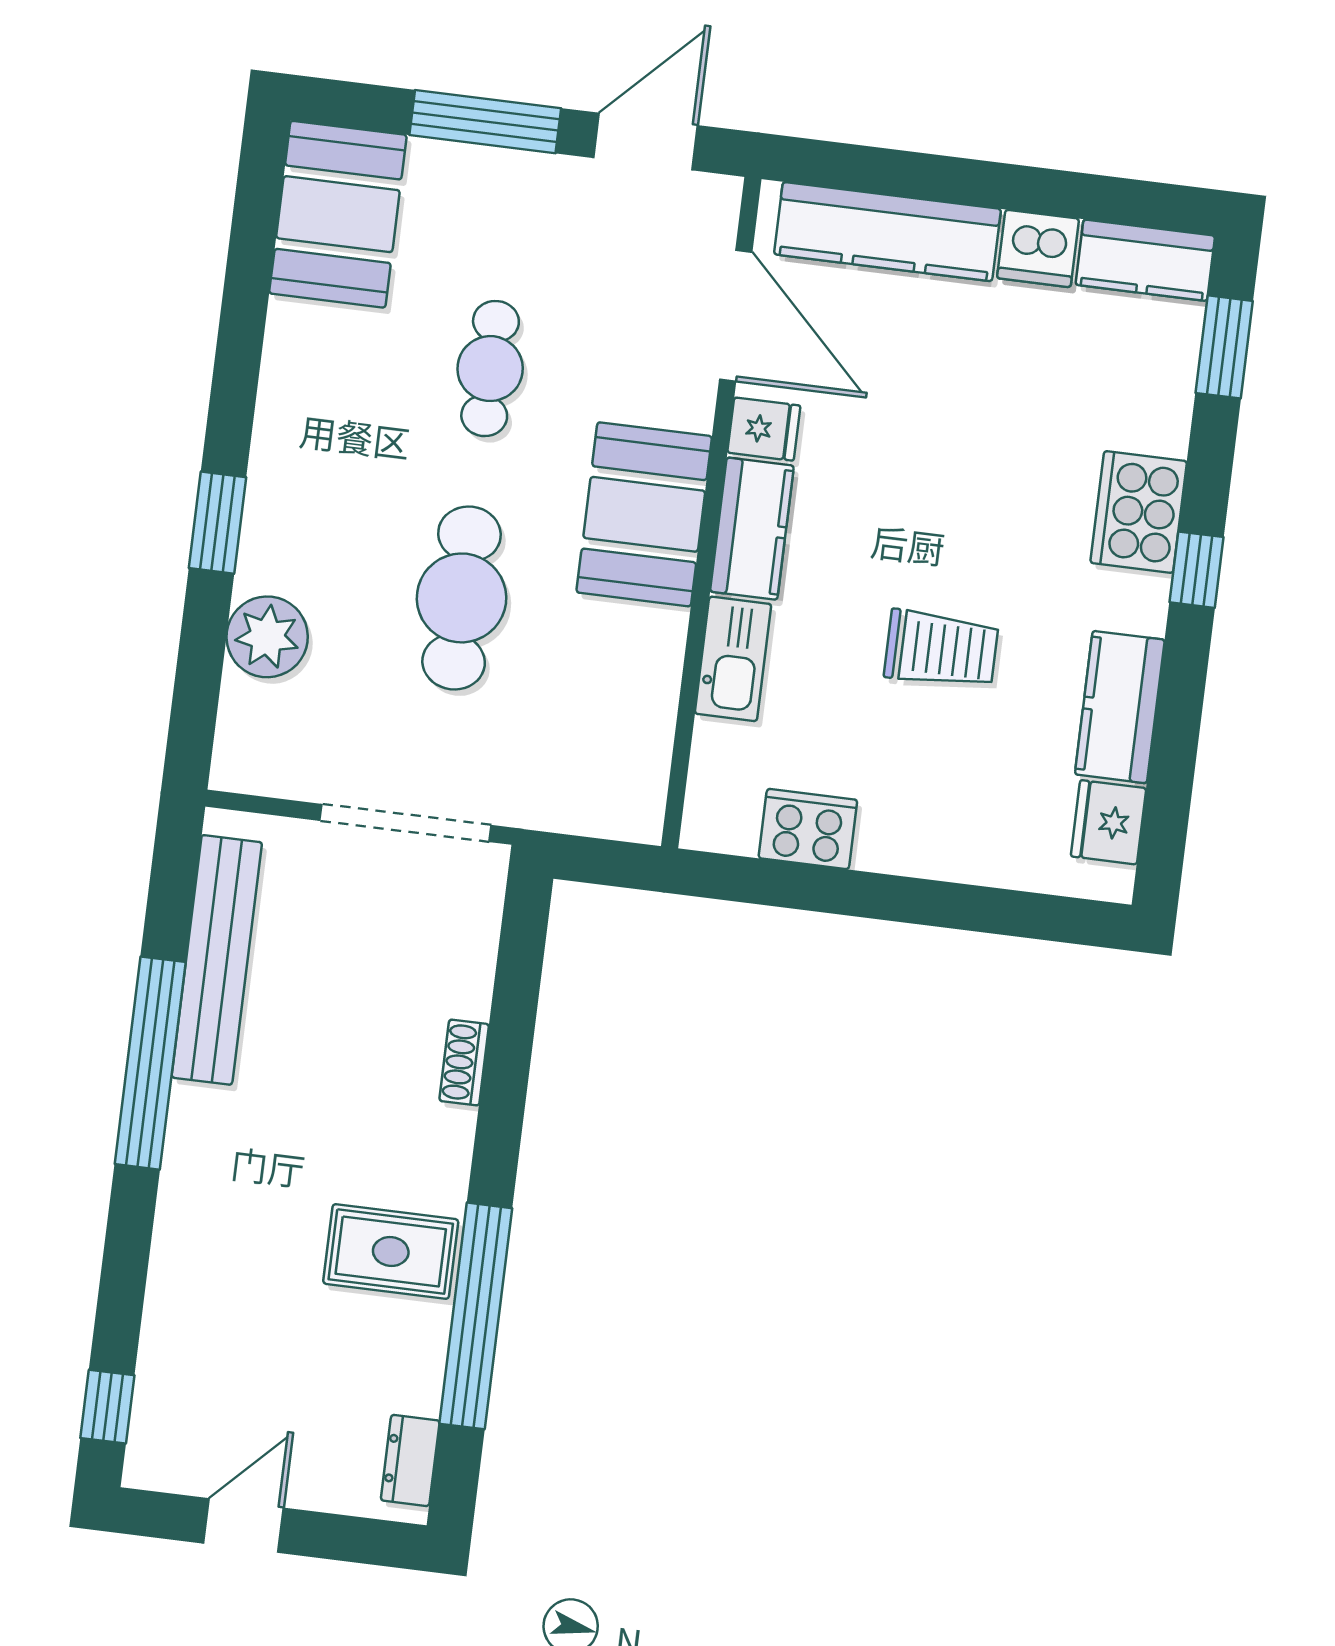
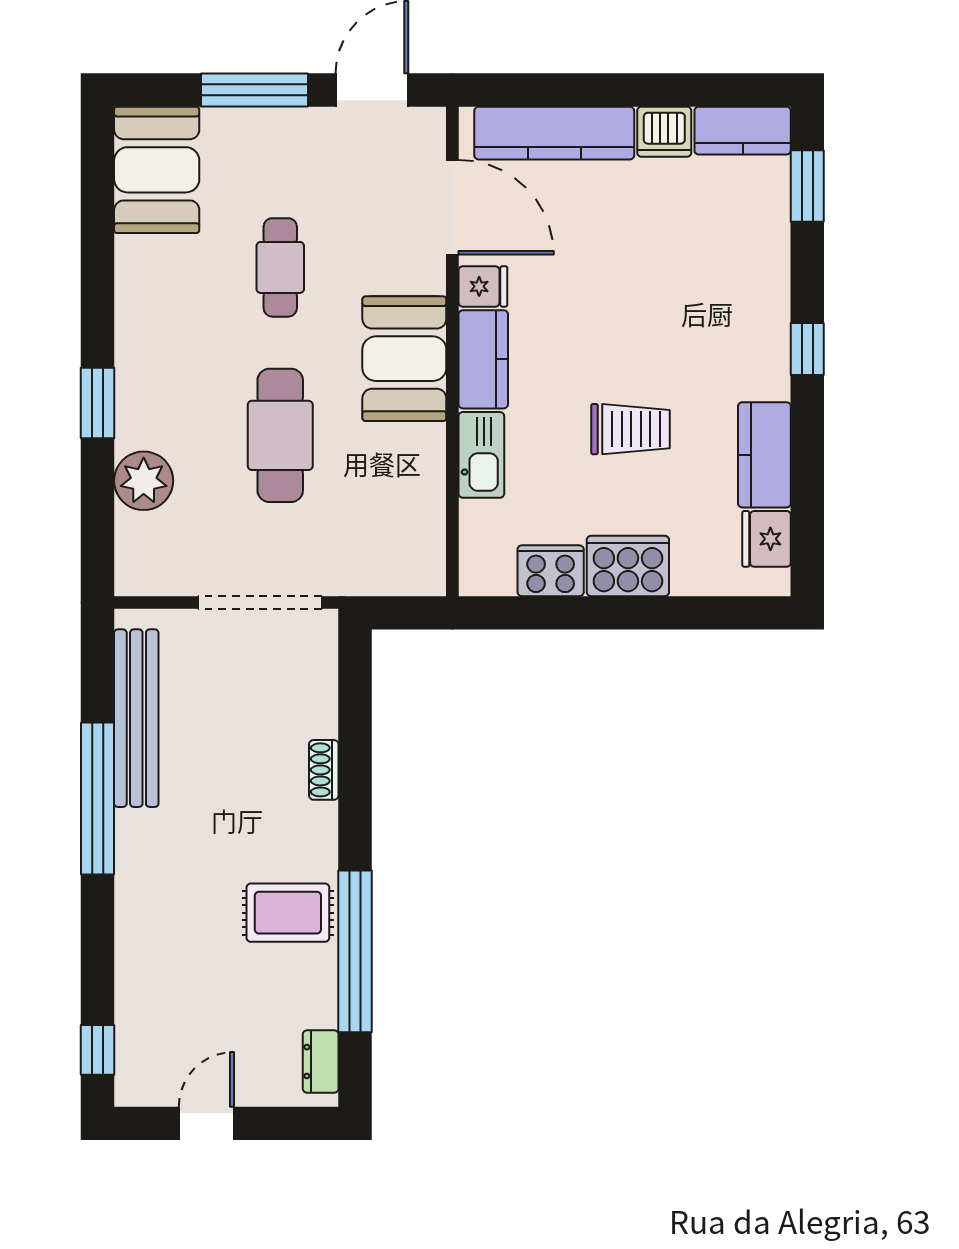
cooker: (1139, 512) -> (628, 566), moved, turned 90

